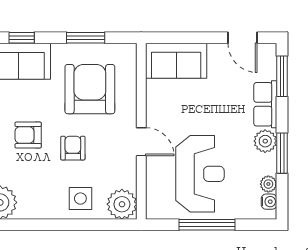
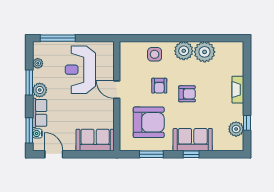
armchair: (90, 89) -> (149, 122), turned -90
water cooler: (269, 202) -> (37, 133), moved
plant: (122, 204) -> (184, 51), moved
window: (207, 225) -> (58, 38), moved

